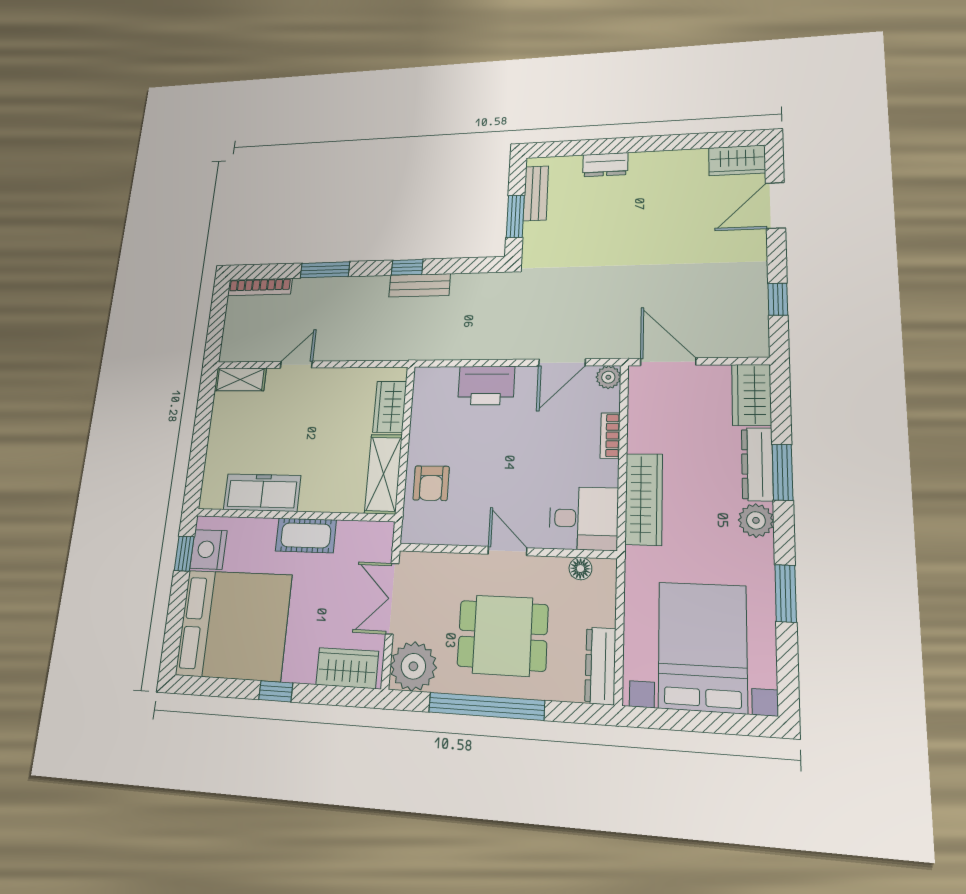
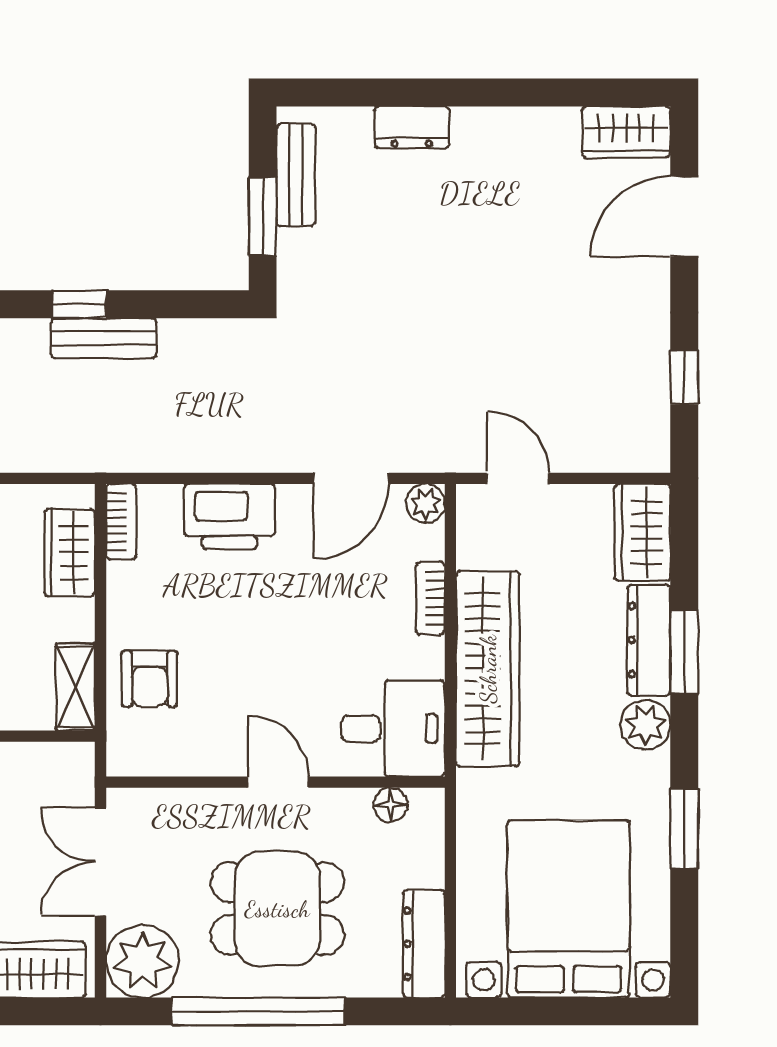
door: (668, 362) -> (518, 478), width x0.73
bookcase: (421, 389) -> (121, 522), added
shelving: (383, 474) -> (75, 687), width x0.67, depth x0.75
wardrobe: (644, 499) -> (488, 669), width x1.40, depth x1.17

